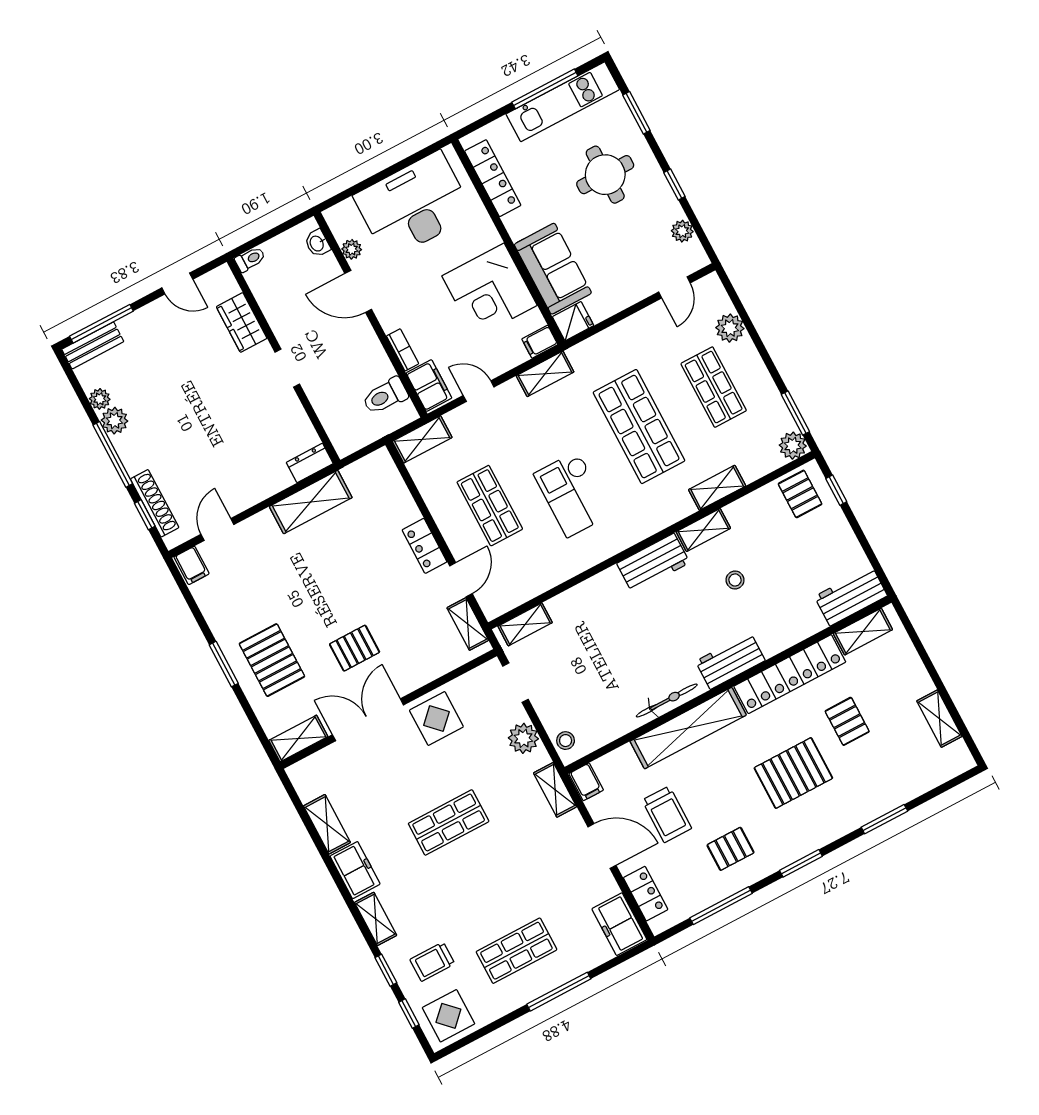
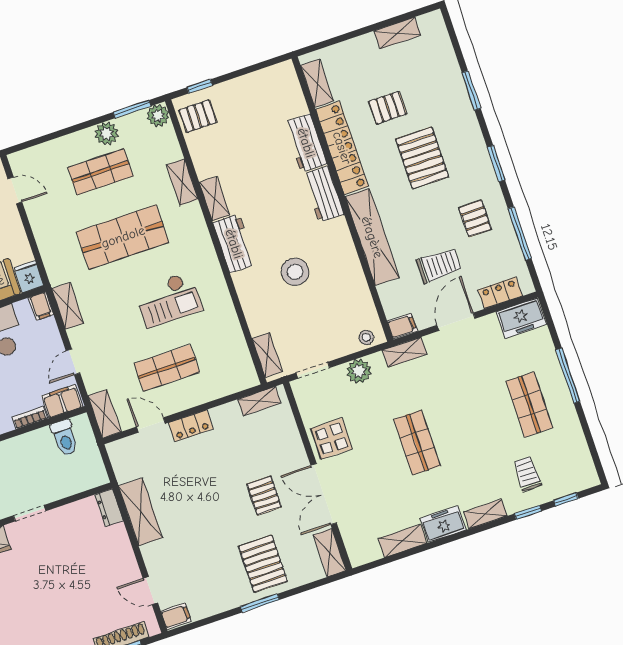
plant: (730, 328) -> (107, 133), moved
door: (461, 580) -> (151, 425), moved
stool: (735, 580) -> (295, 272), moved, width x1.89, depth x1.89
workbench: (851, 596) -> (306, 143), moved
pallet: (272, 660) -> (263, 564), turned 90
bicycle: (667, 700) -> (347, 251), removed
trolley: (432, 962) -> (527, 474), turned 180
display table: (448, 1016) -> (573, 468), removed

